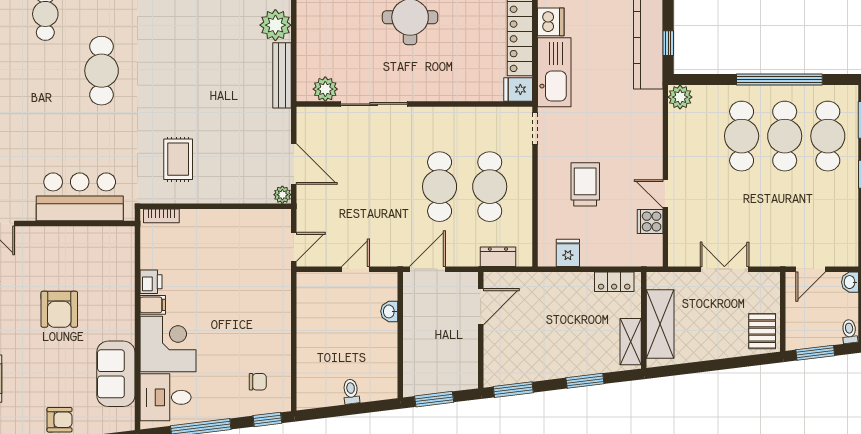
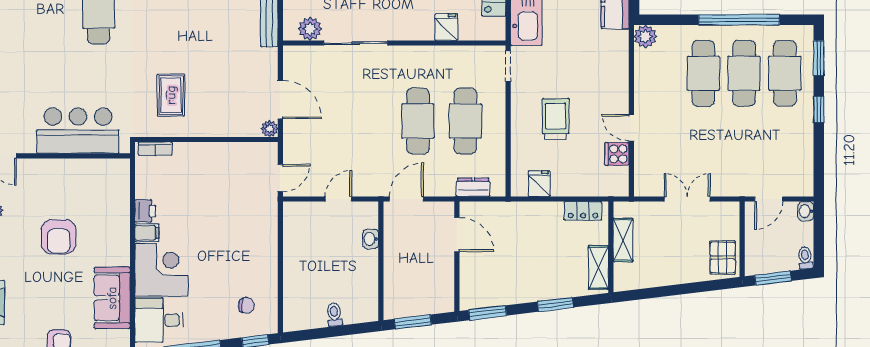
fridge: (518, 89) -> (446, 27), moved, turned 90
door: (481, 307) -> (457, 235), hinge flipped
shelving: (660, 324) -> (623, 240), width x0.67, depth x0.75

